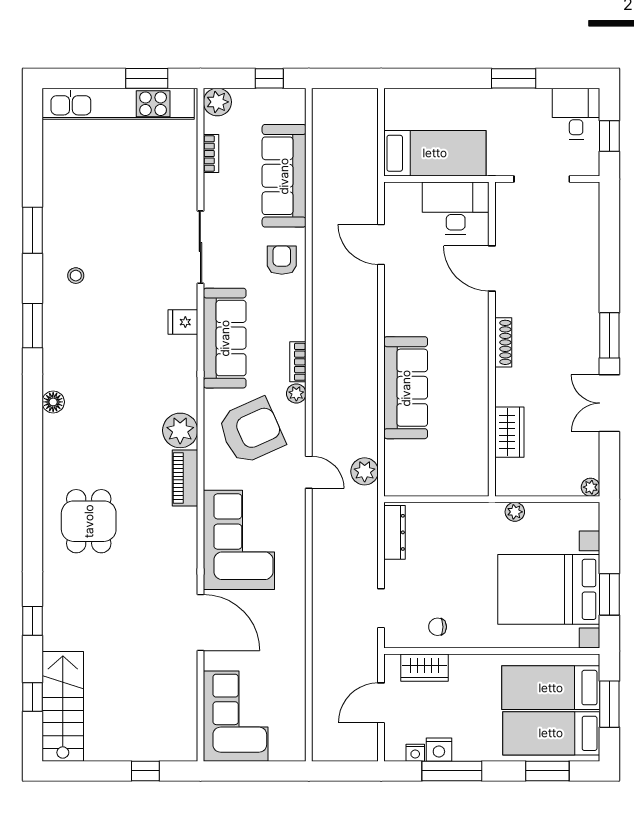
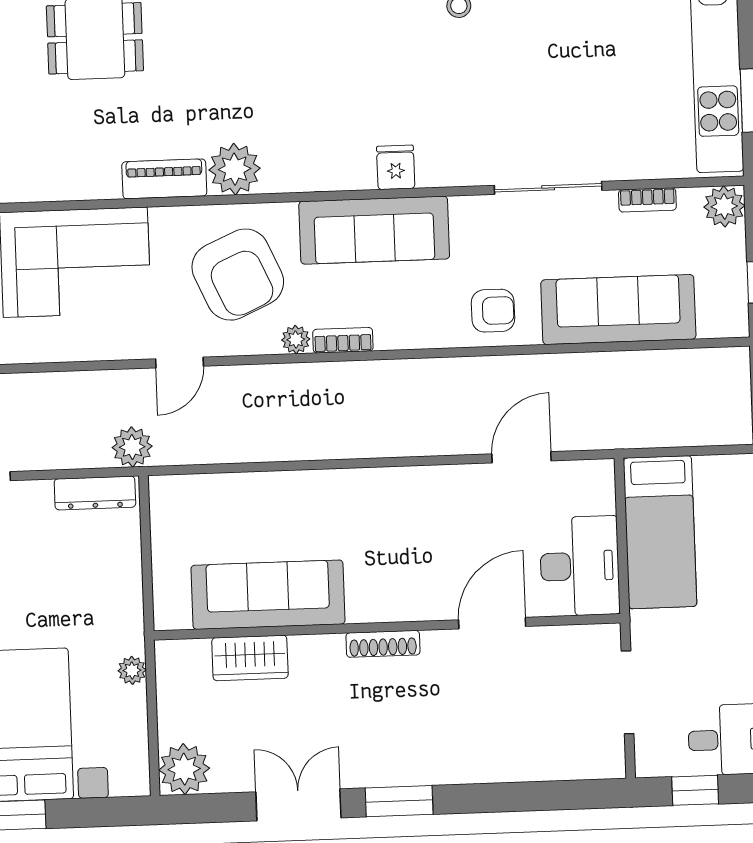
sliding door: (200, 247) -> (548, 188), moved
sofa: (406, 388) -> (268, 595), moved, turned 180
plant: (365, 471) -> (132, 447), moved
plant: (591, 487) -> (184, 769), width x1.88, depth x1.88

